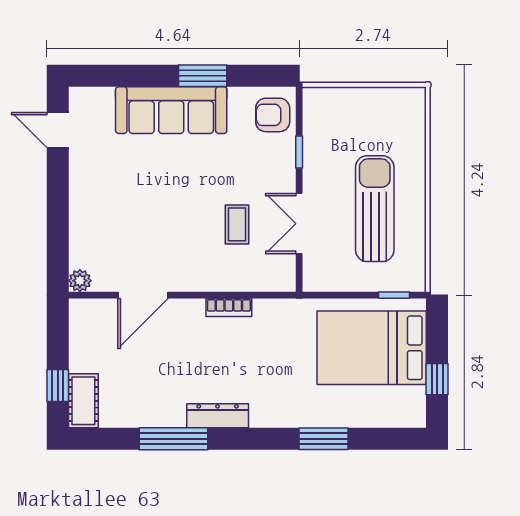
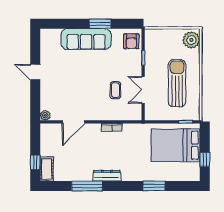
plant: (407, 112) -> (191, 40), added
armchair: (273, 115) -> (131, 41), turned -90
door: (58, 130) -> (35, 72), moved

